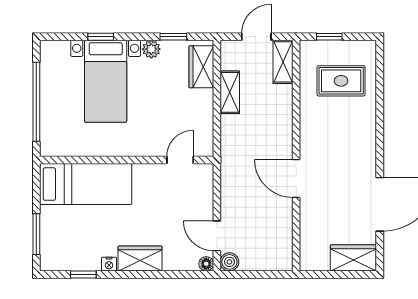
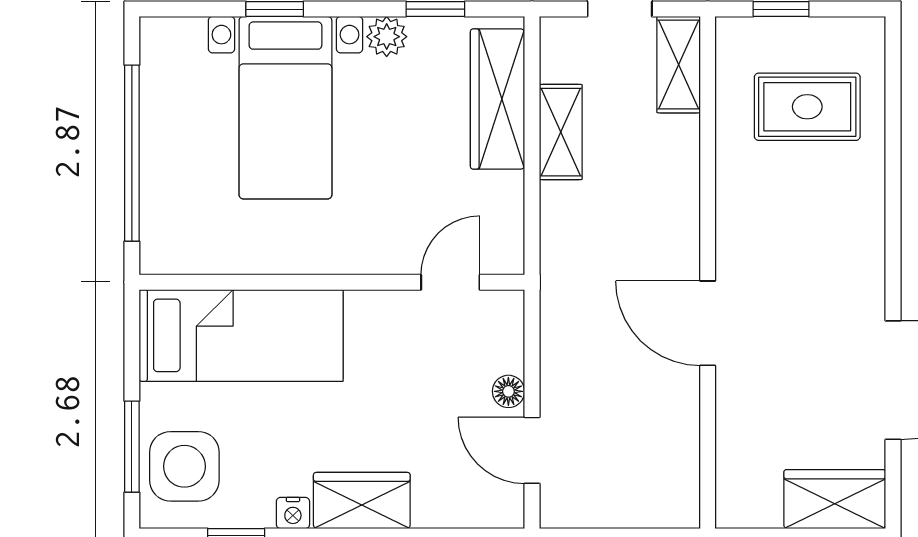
wardrobe: (201, 67) -> (498, 99), width x1.50
side table: (60, 243) -> (184, 466), added
boiler: (229, 262) -> (560, 508), removed
floor lamp: (206, 264) -> (508, 391), moved

